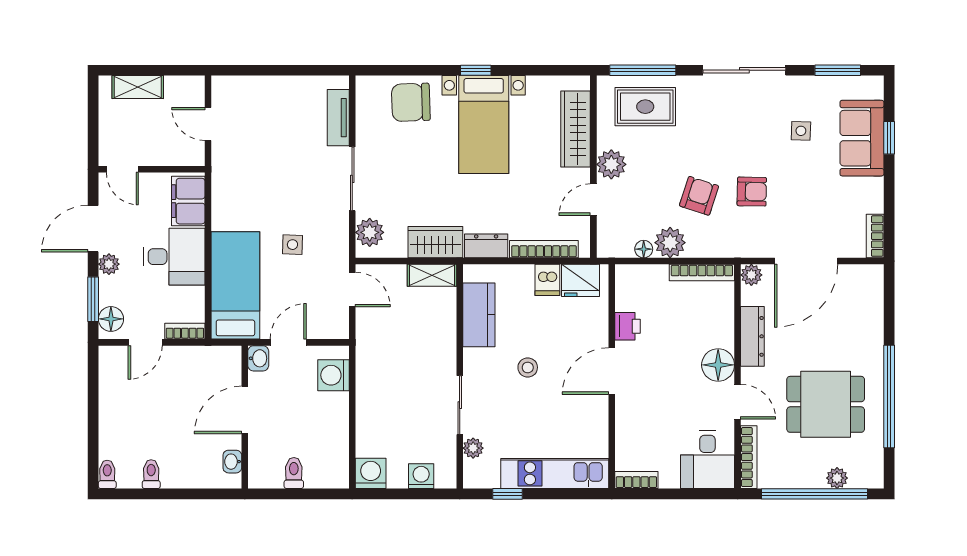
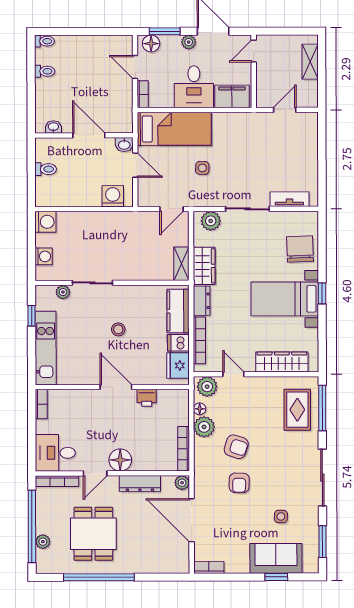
plant: (611, 164) -> (207, 387), moved
kitchen counter: (479, 315) -> (178, 311), moved, turned 90

